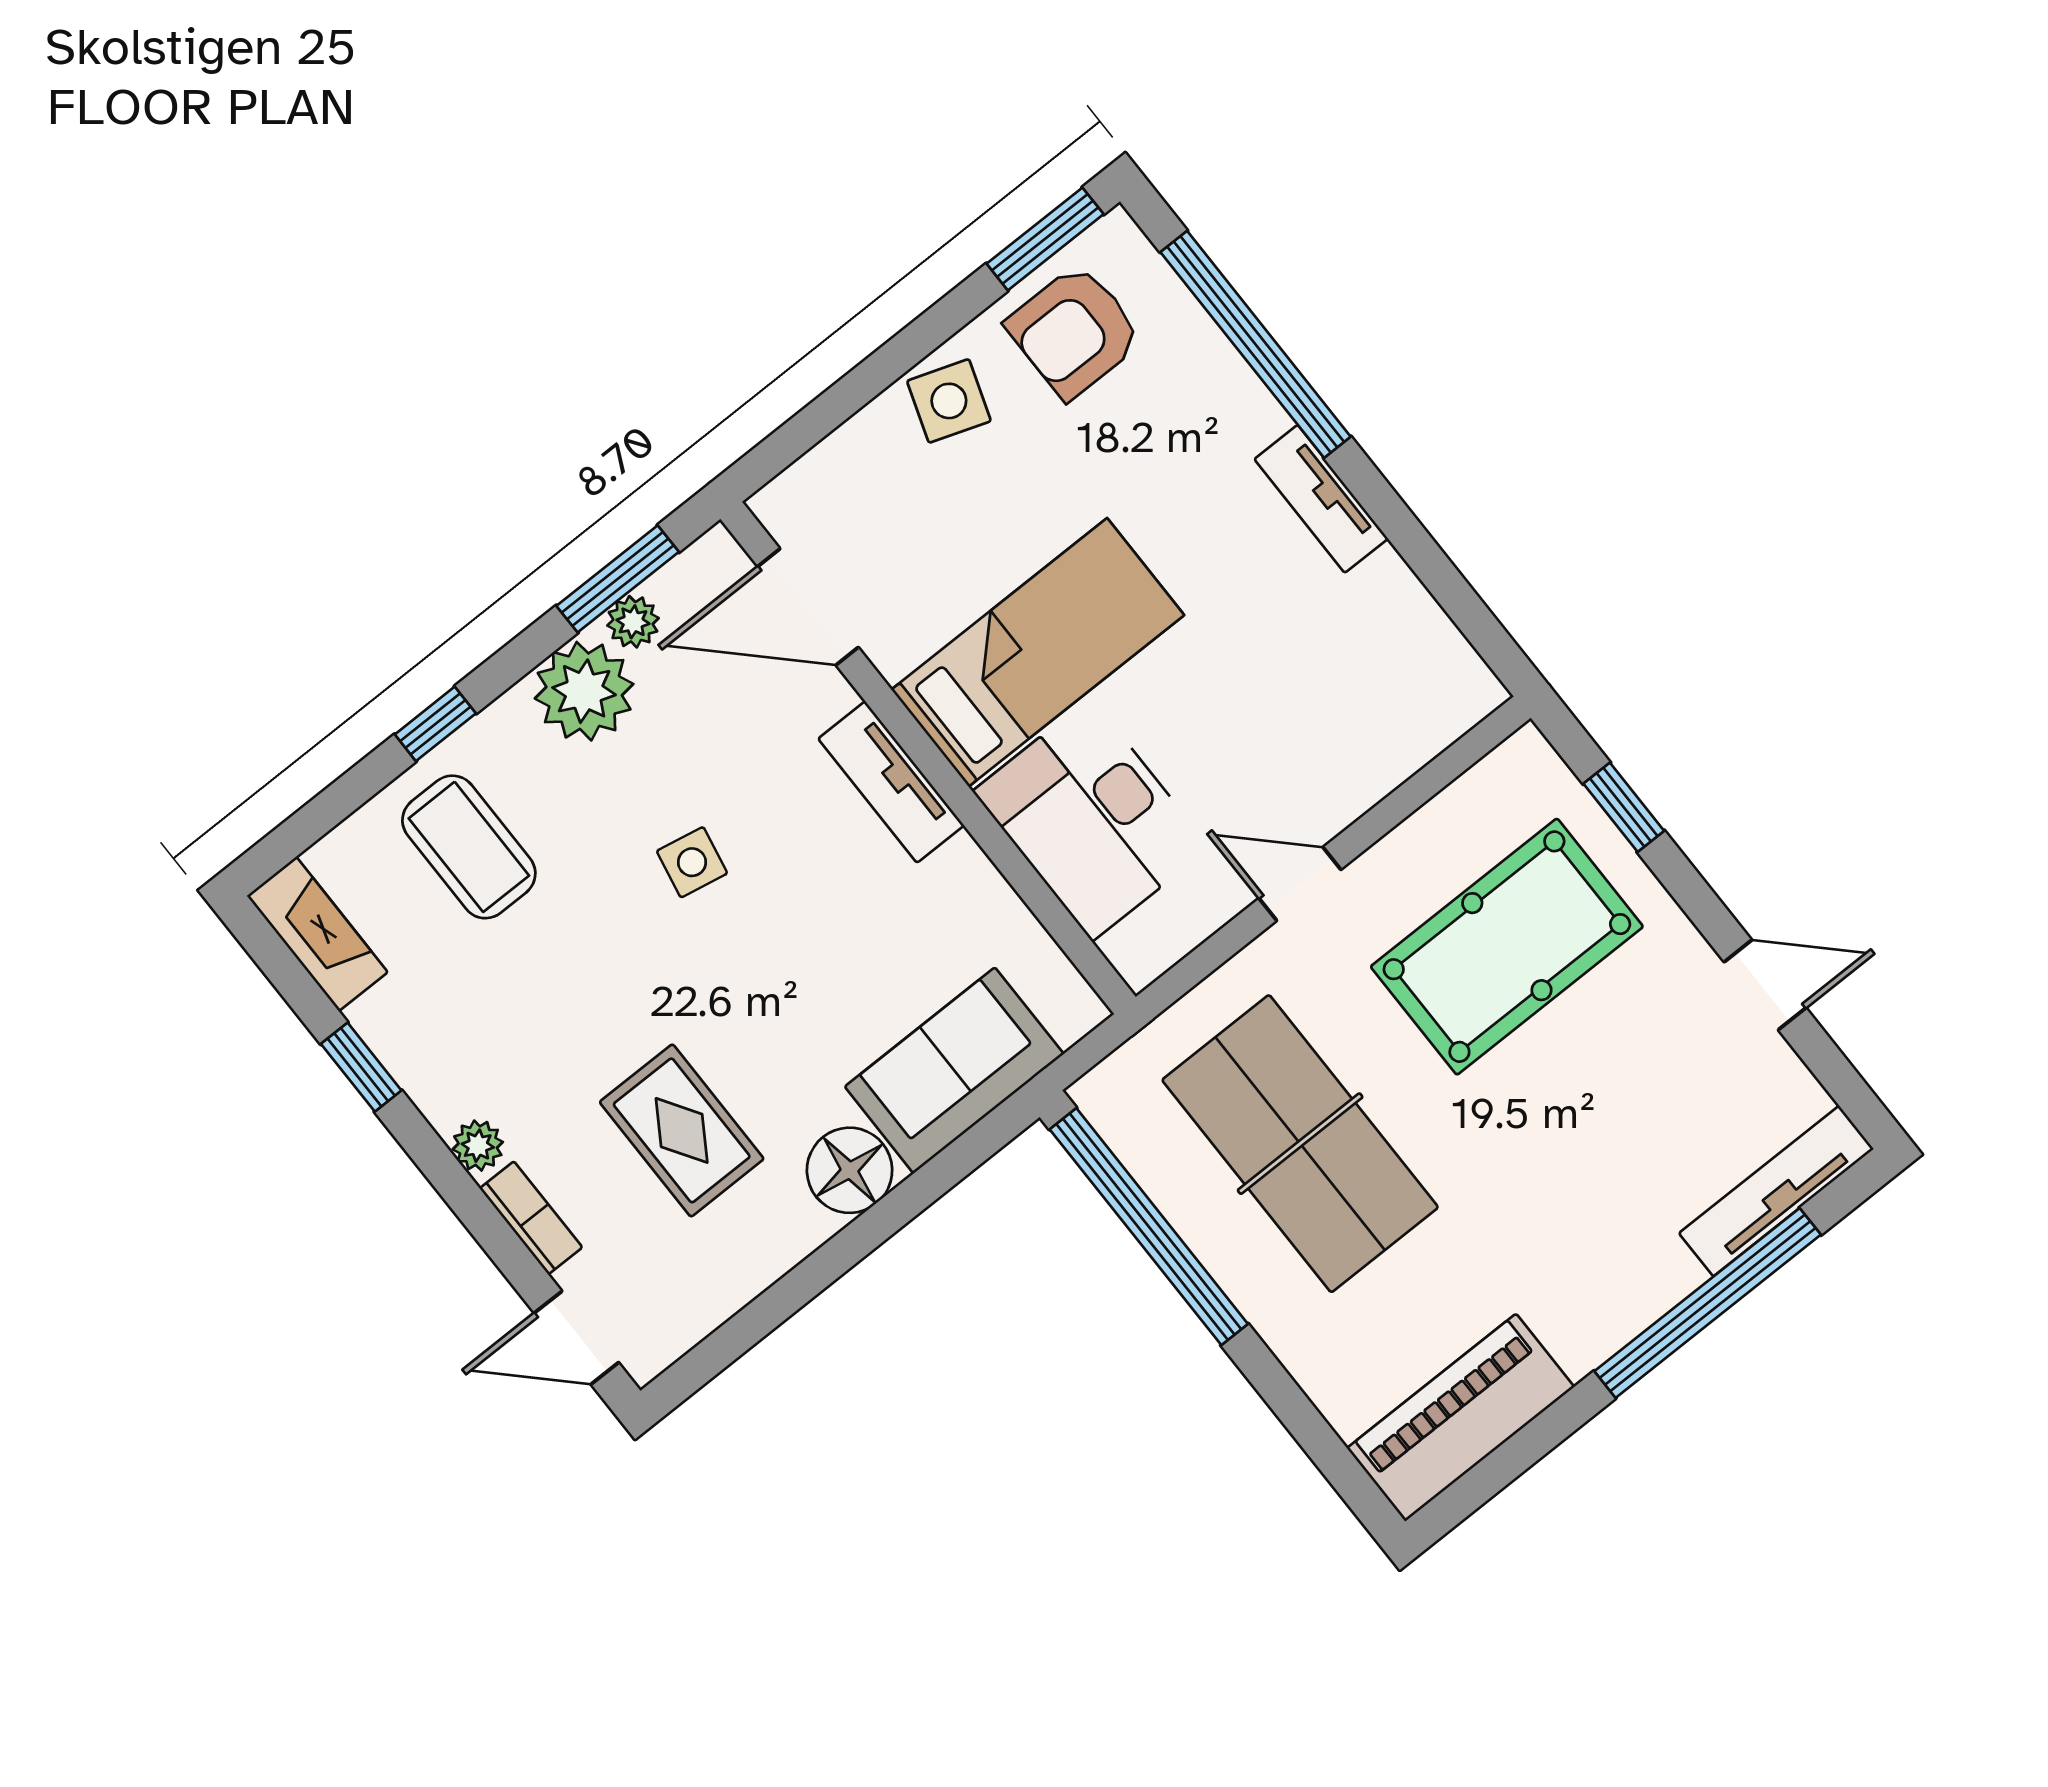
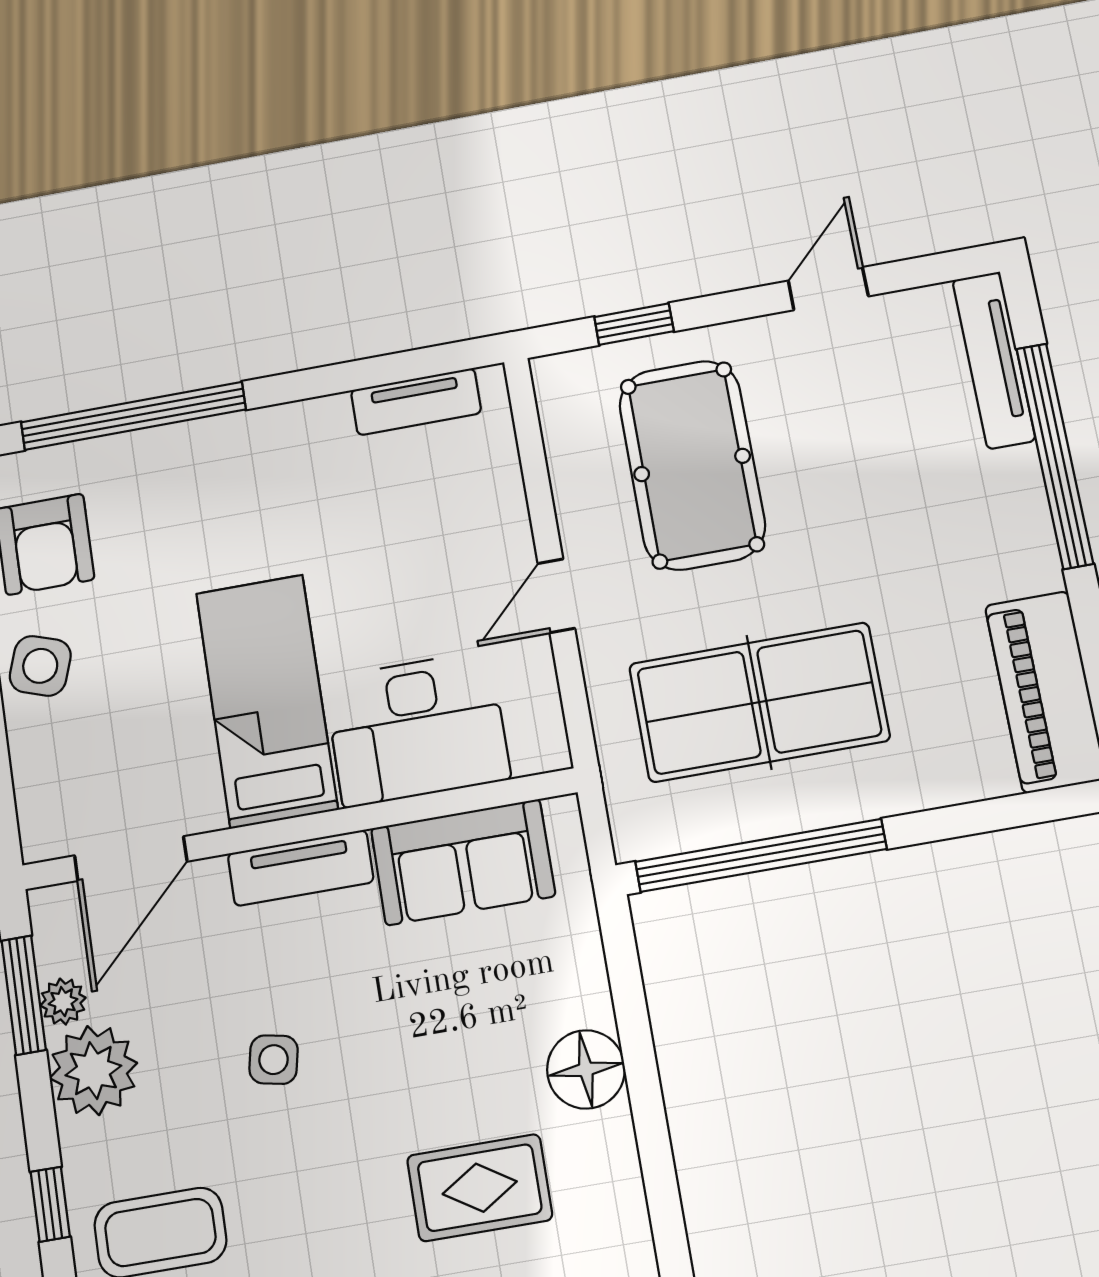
tv unit: (1321, 499) -> (416, 402), moved
sofa: (954, 1070) -> (463, 862), moved, turned -90

